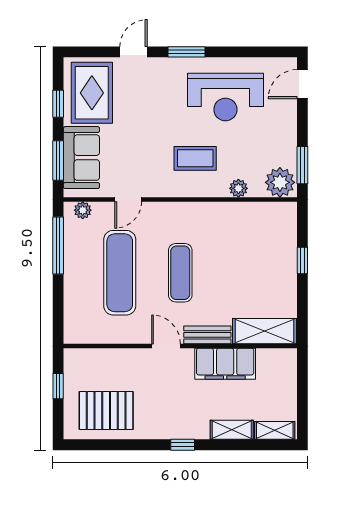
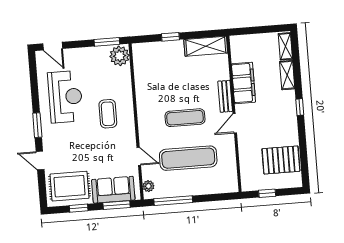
plant: (238, 188) -> (126, 83), removed
shelving: (264, 331) -> (206, 46), moved, turned 90
pallet: (106, 411) -> (281, 160), turned 90

